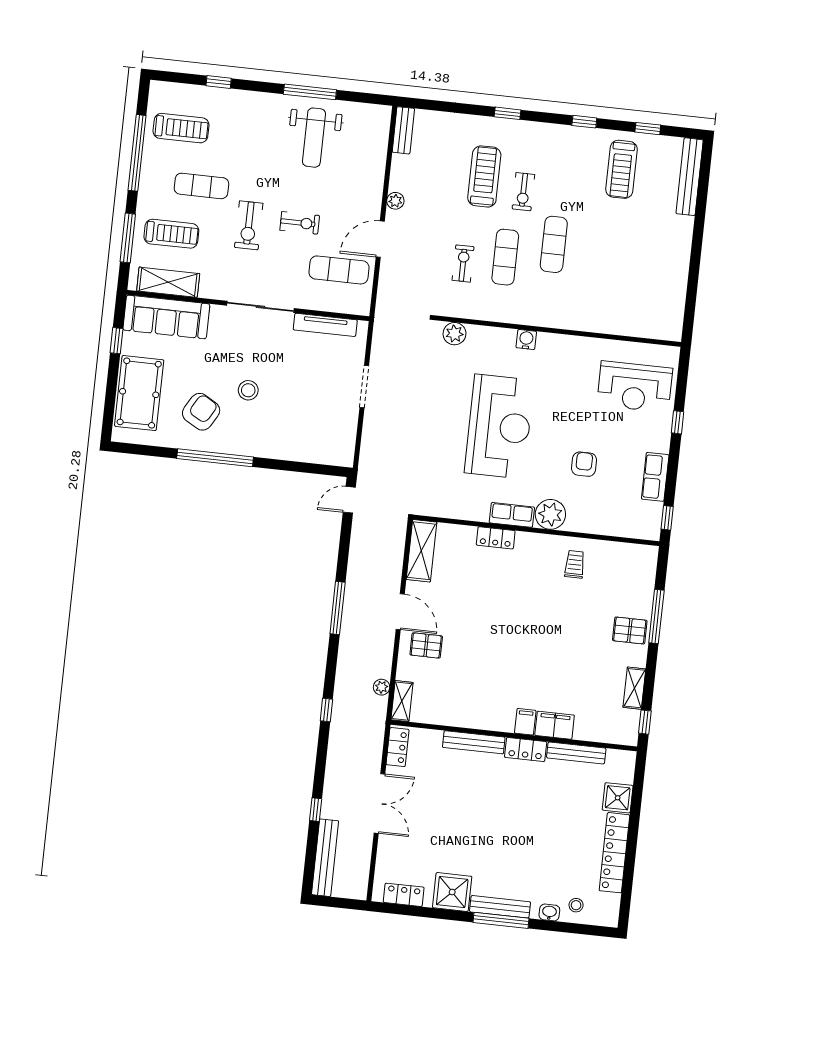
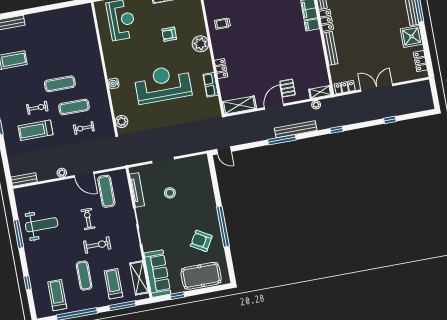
stool: (248, 390) -> (170, 193), moved
row of seats: (512, 515) -> (211, 85), moved
bench: (325, 858) -> (296, 129), moved

